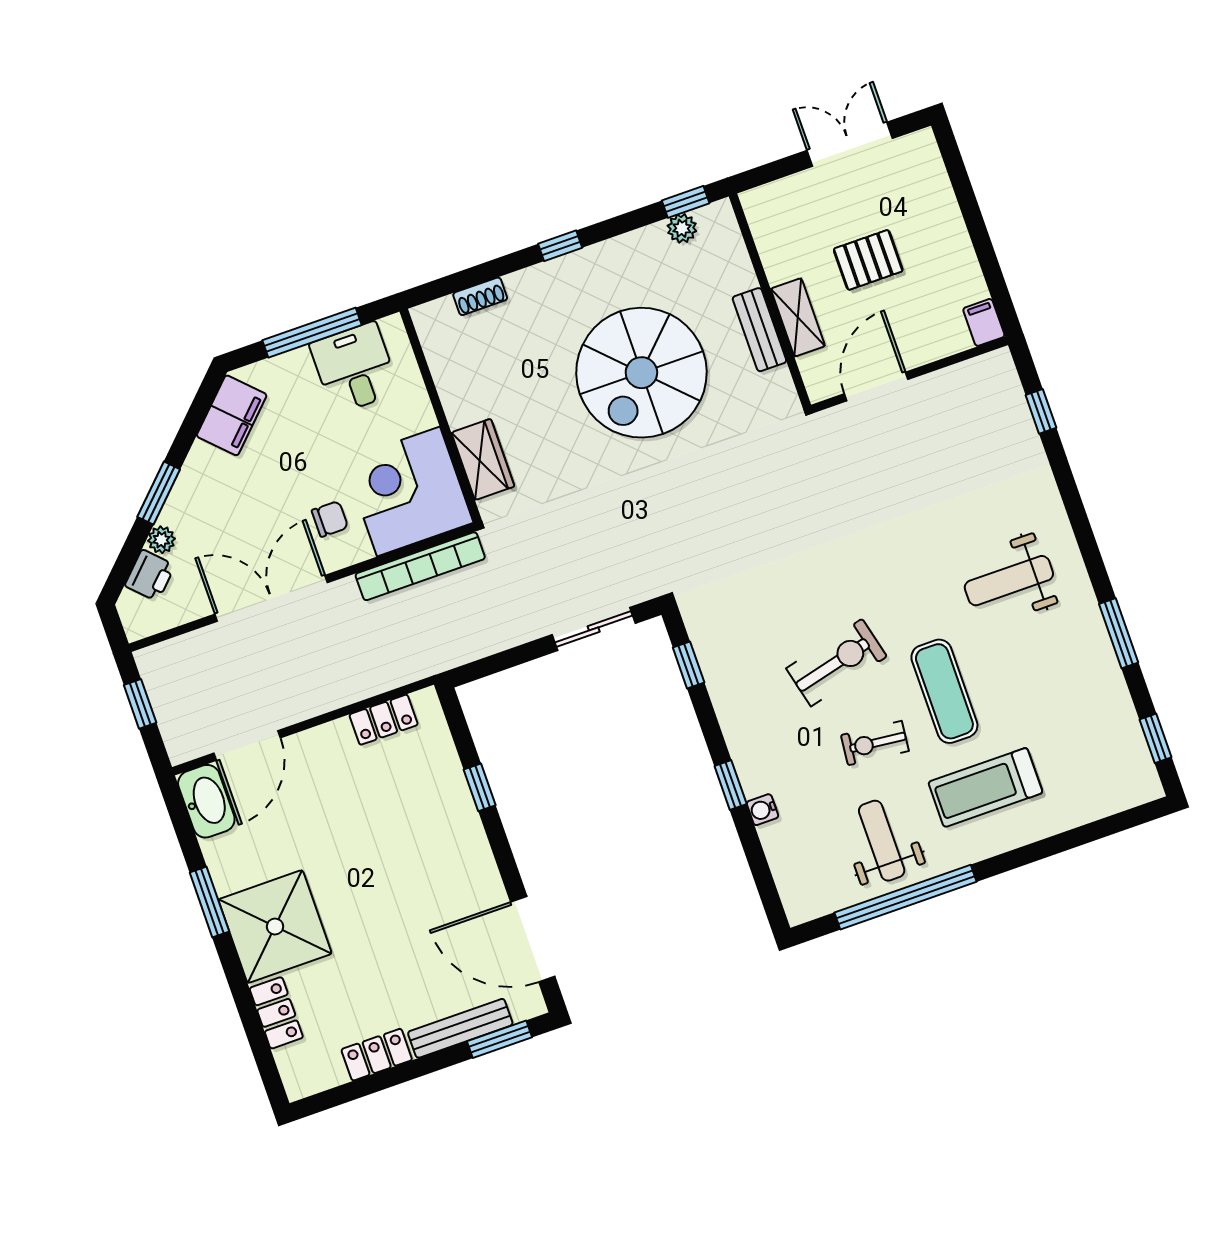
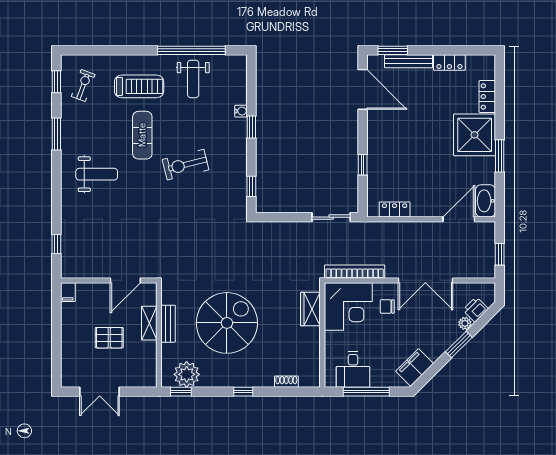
plant: (682, 228) -> (187, 374), width x1.87, depth x1.87
sliding door: (594, 629) -> (331, 217), moved
exercise bike: (875, 743) -> (83, 85), moved, turned -76

